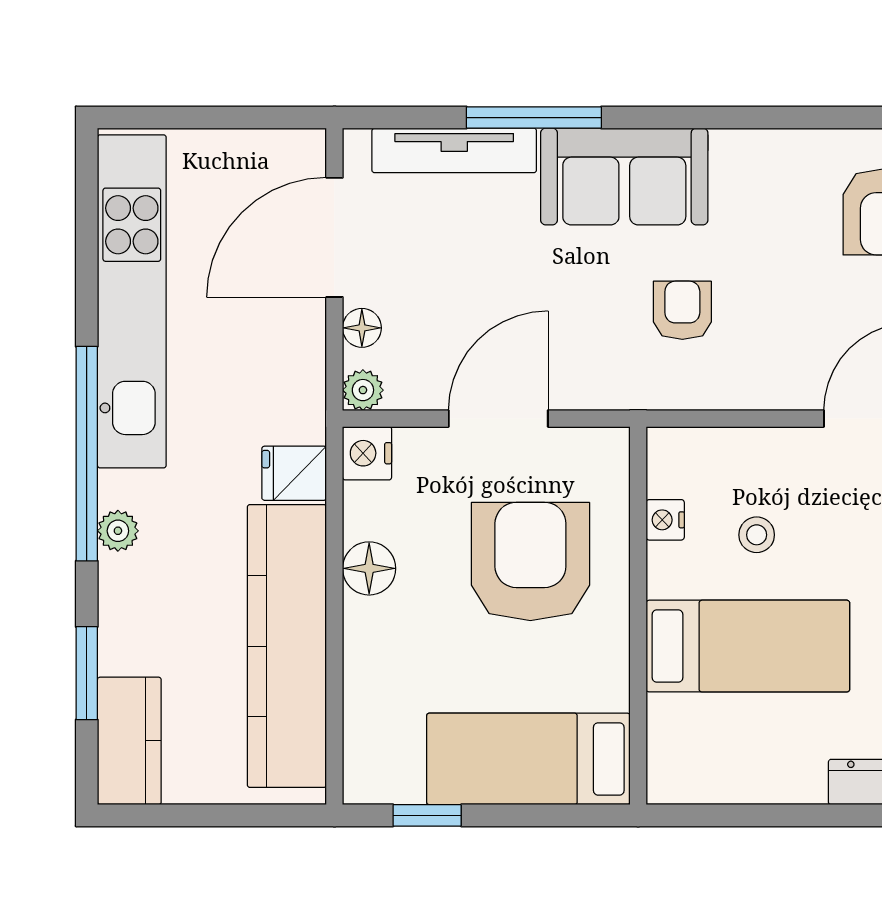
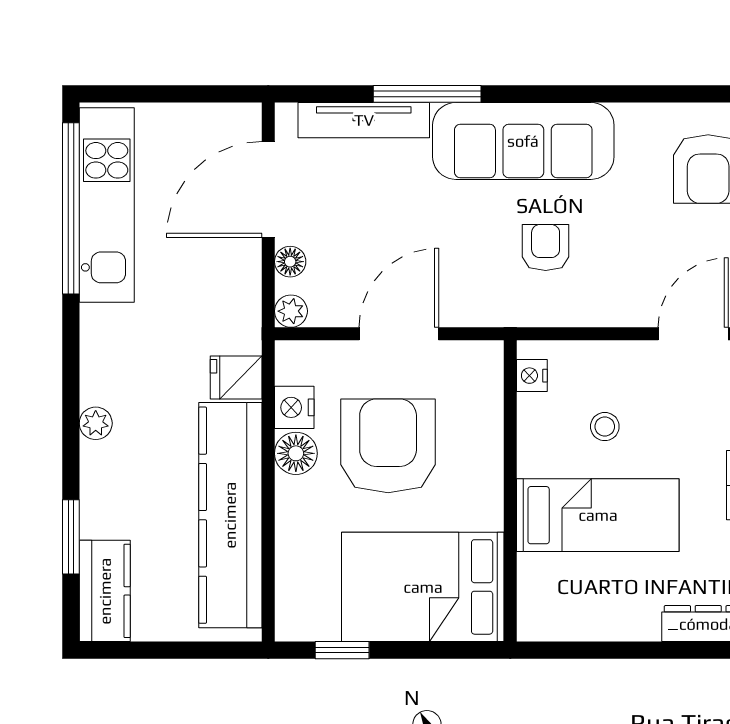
sofa: (624, 177) -> (523, 141), width x1.36
kitchen unit: (132, 301) -> (107, 205), width x0.73
nightstand: (367, 453) -> (294, 407), moved
window: (87, 454) -> (71, 208), moved
nightstand: (665, 520) -> (532, 376), moved
armchair: (530, 562) -> (388, 446), moved
bed: (528, 759) -> (423, 587), width x1.50

